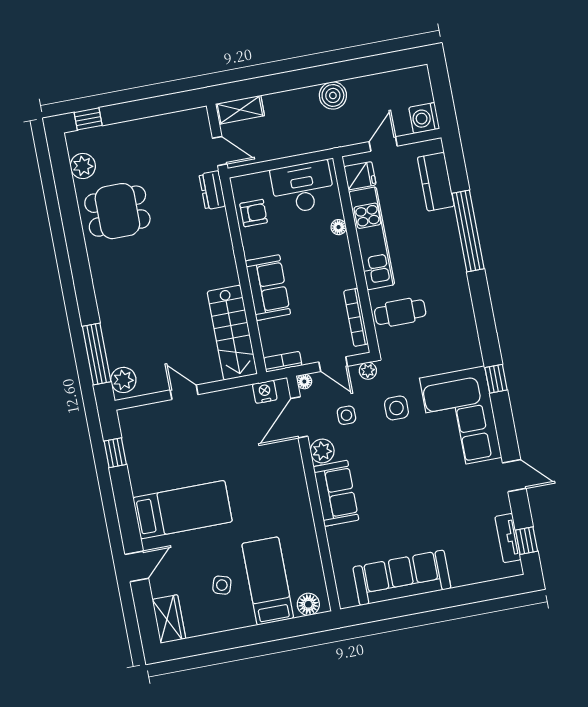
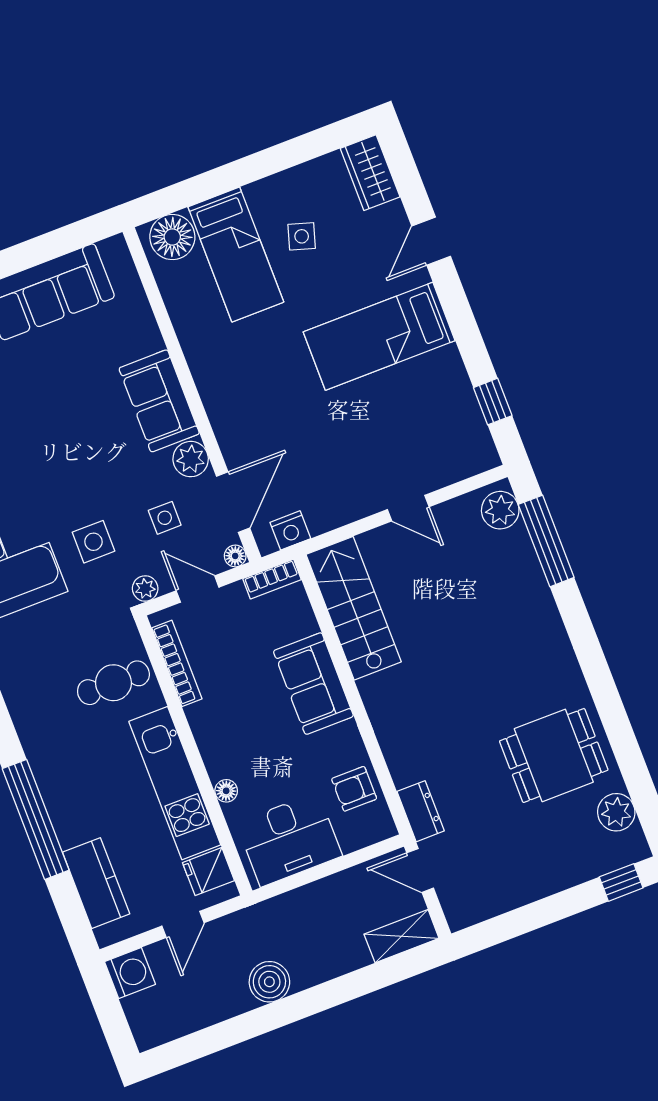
floor lamp: (308, 604) -> (172, 237), width x1.38, depth x1.38

